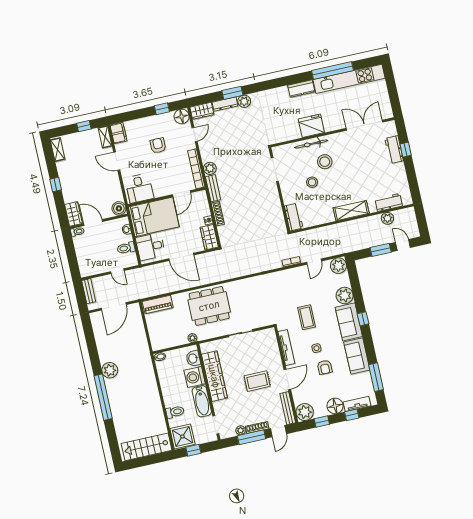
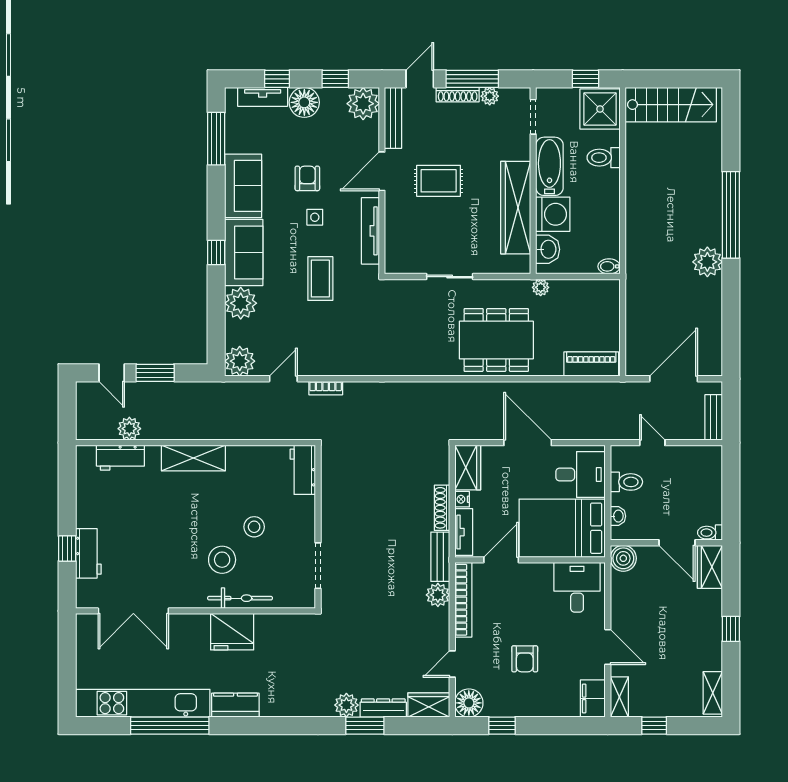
tv unit: (204, 204) -> (464, 532), added

